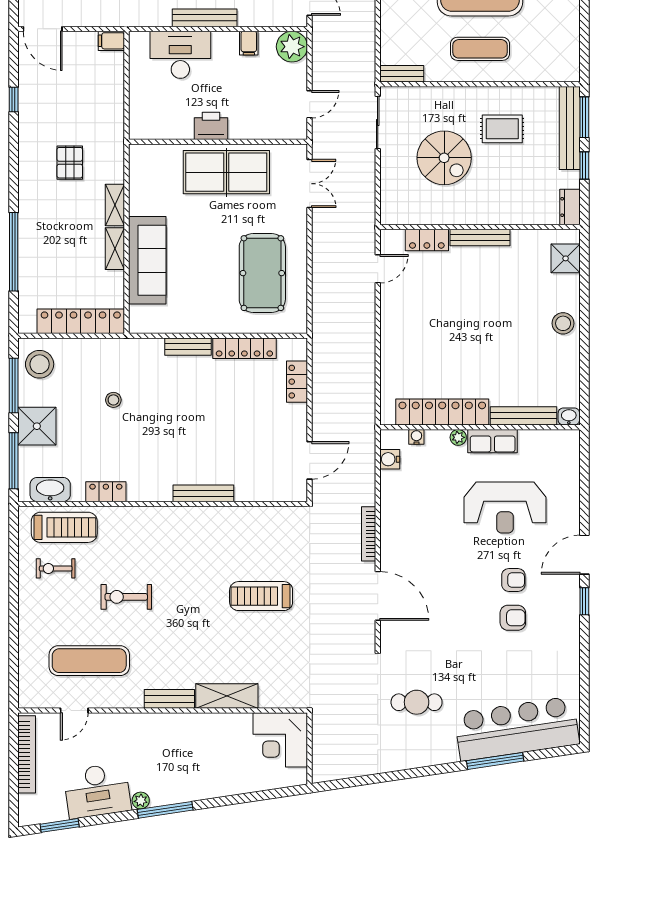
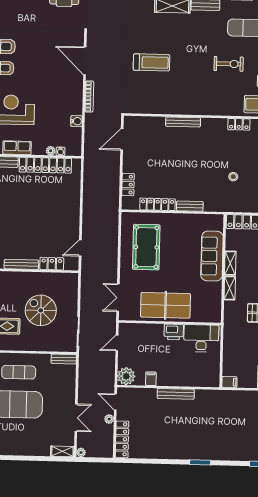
desk: (180, 55) -> (201, 338), moved, turned 180
plant: (458, 437) -> (51, 151), moved
water cooler: (390, 459) -> (77, 121), moved

